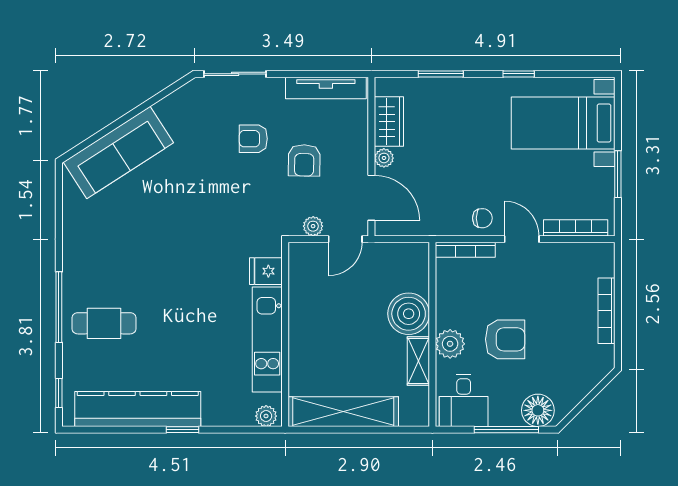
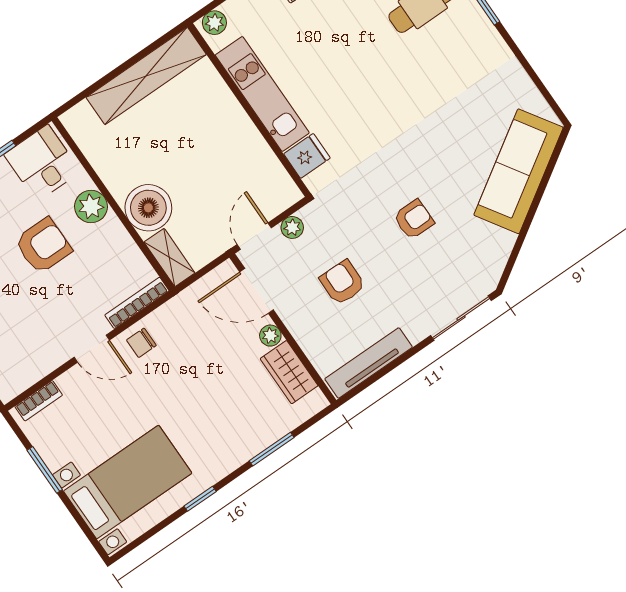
armchair: (253, 139) -> (414, 219), moved
bookcase: (576, 228) -> (39, 401), width x0.64
armchair: (505, 339) -> (43, 246), turned 180
shelving: (418, 361) -> (169, 257), moved

